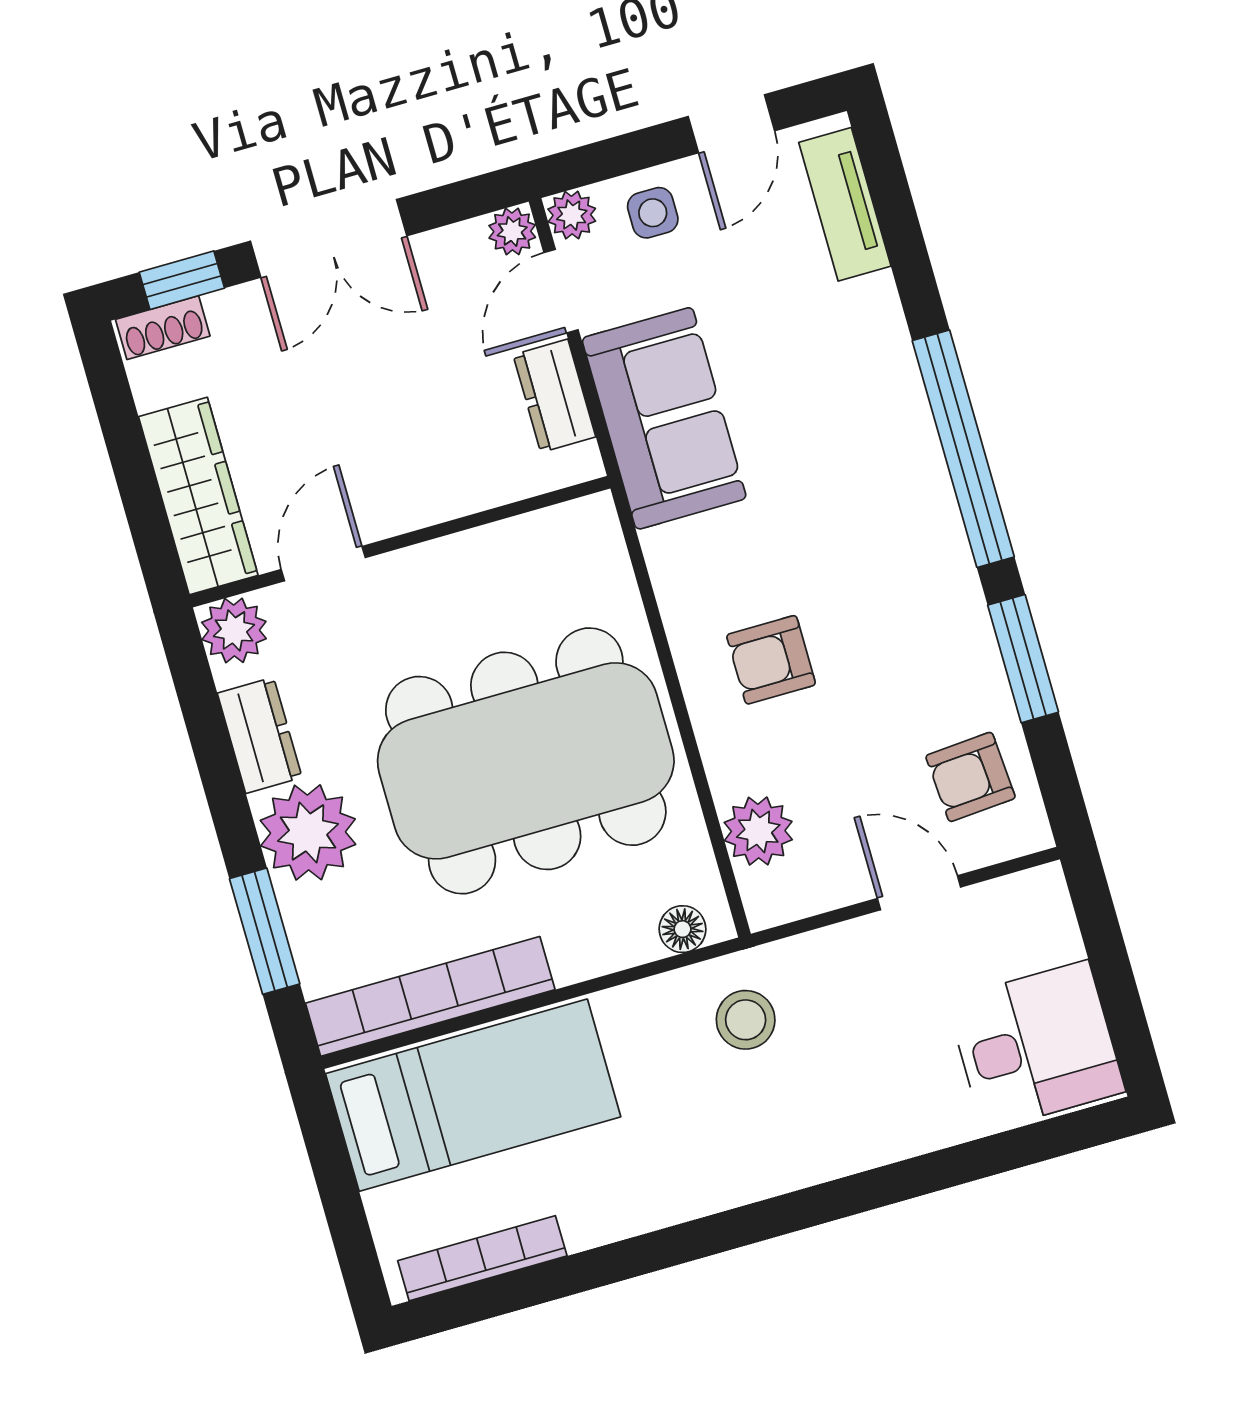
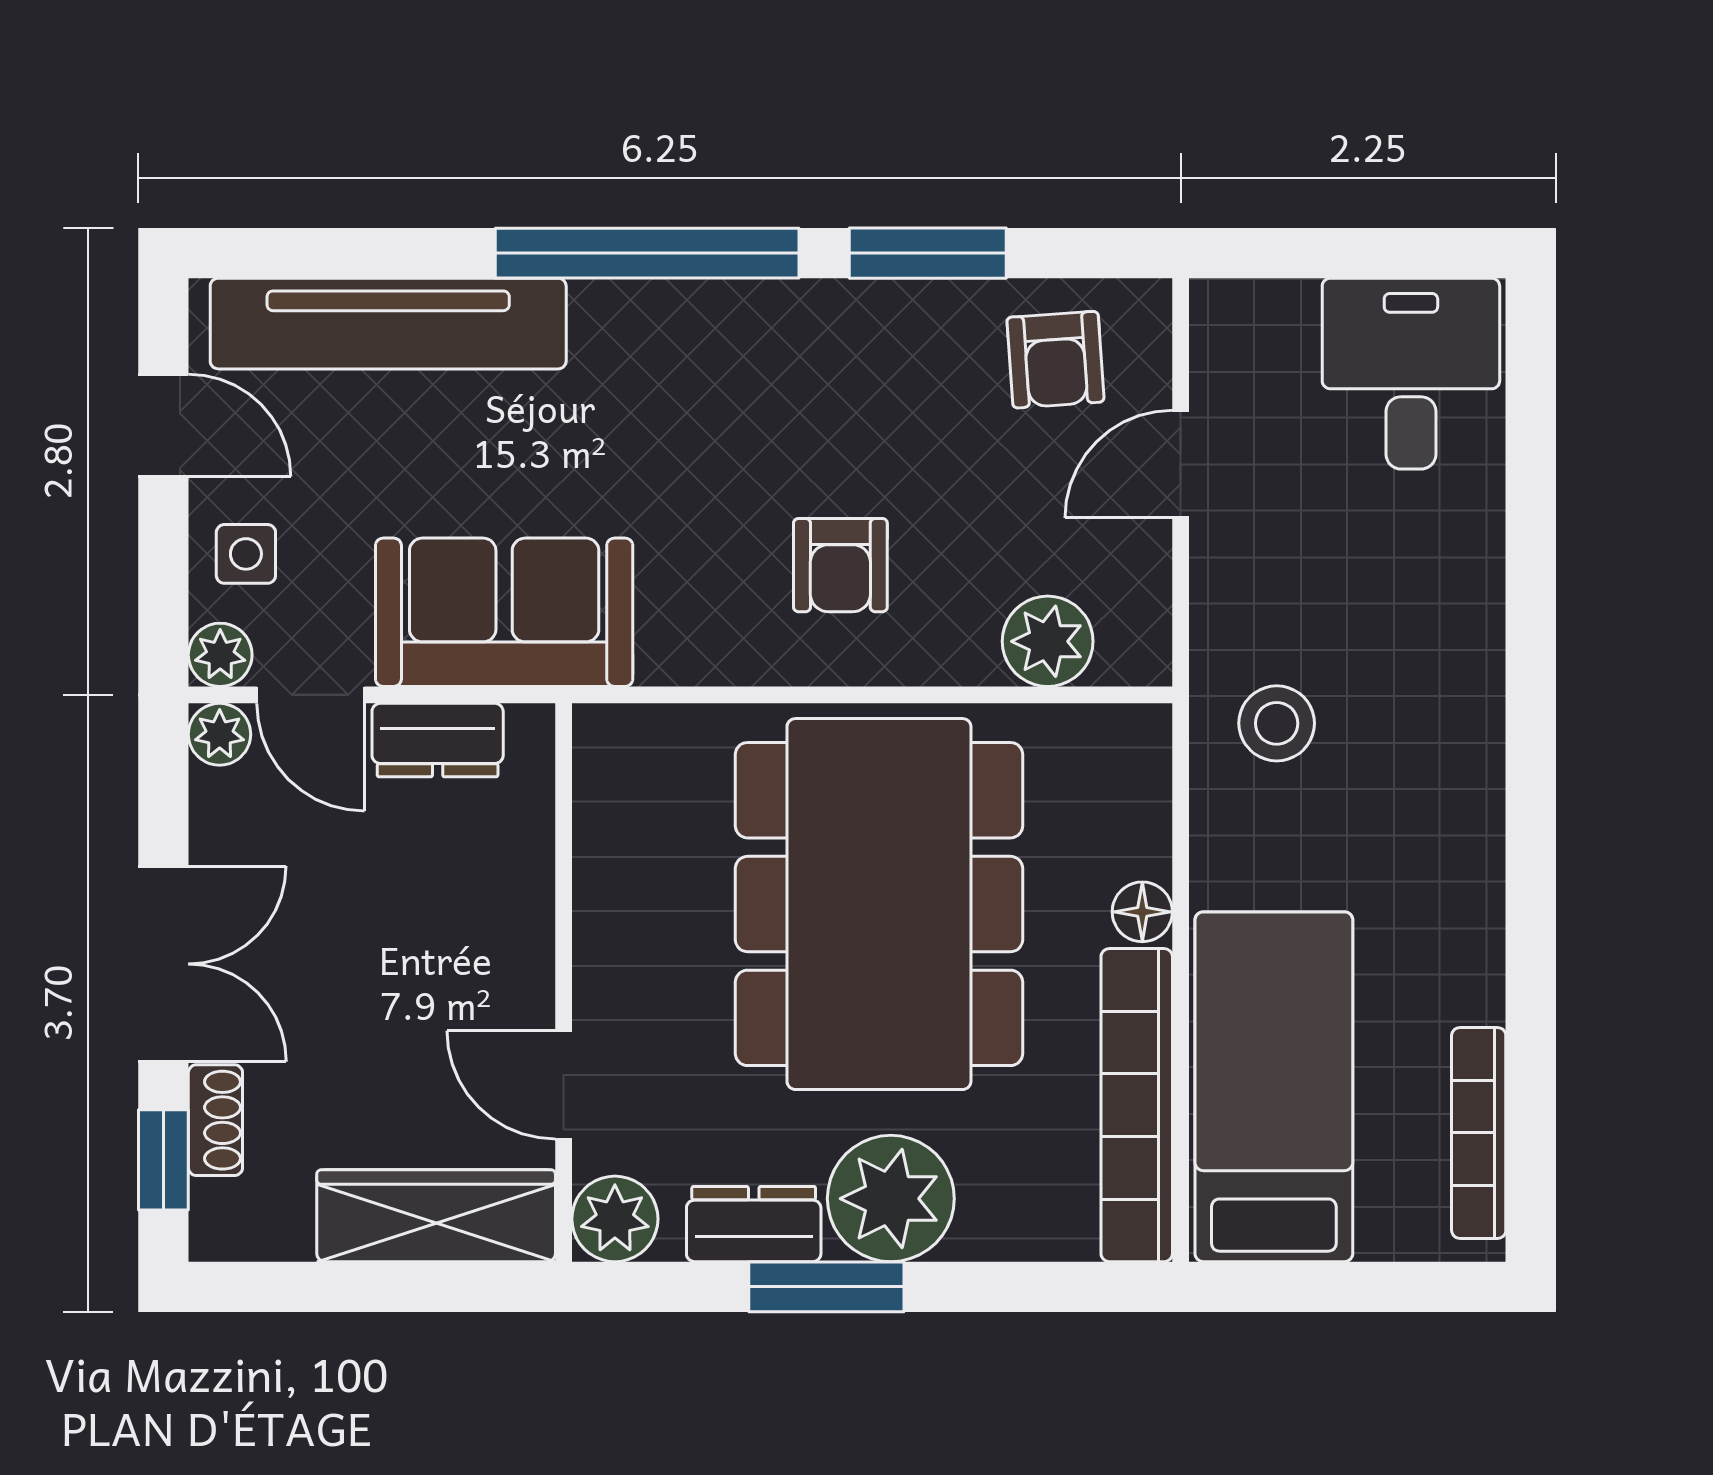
tv unit: (845, 204) -> (388, 324), width x1.92, depth x1.29
shoe rack: (163, 328) -> (215, 1120), moved
floor lamp: (683, 929) -> (1142, 912), moved
window: (265, 931) -> (826, 1287), moved

